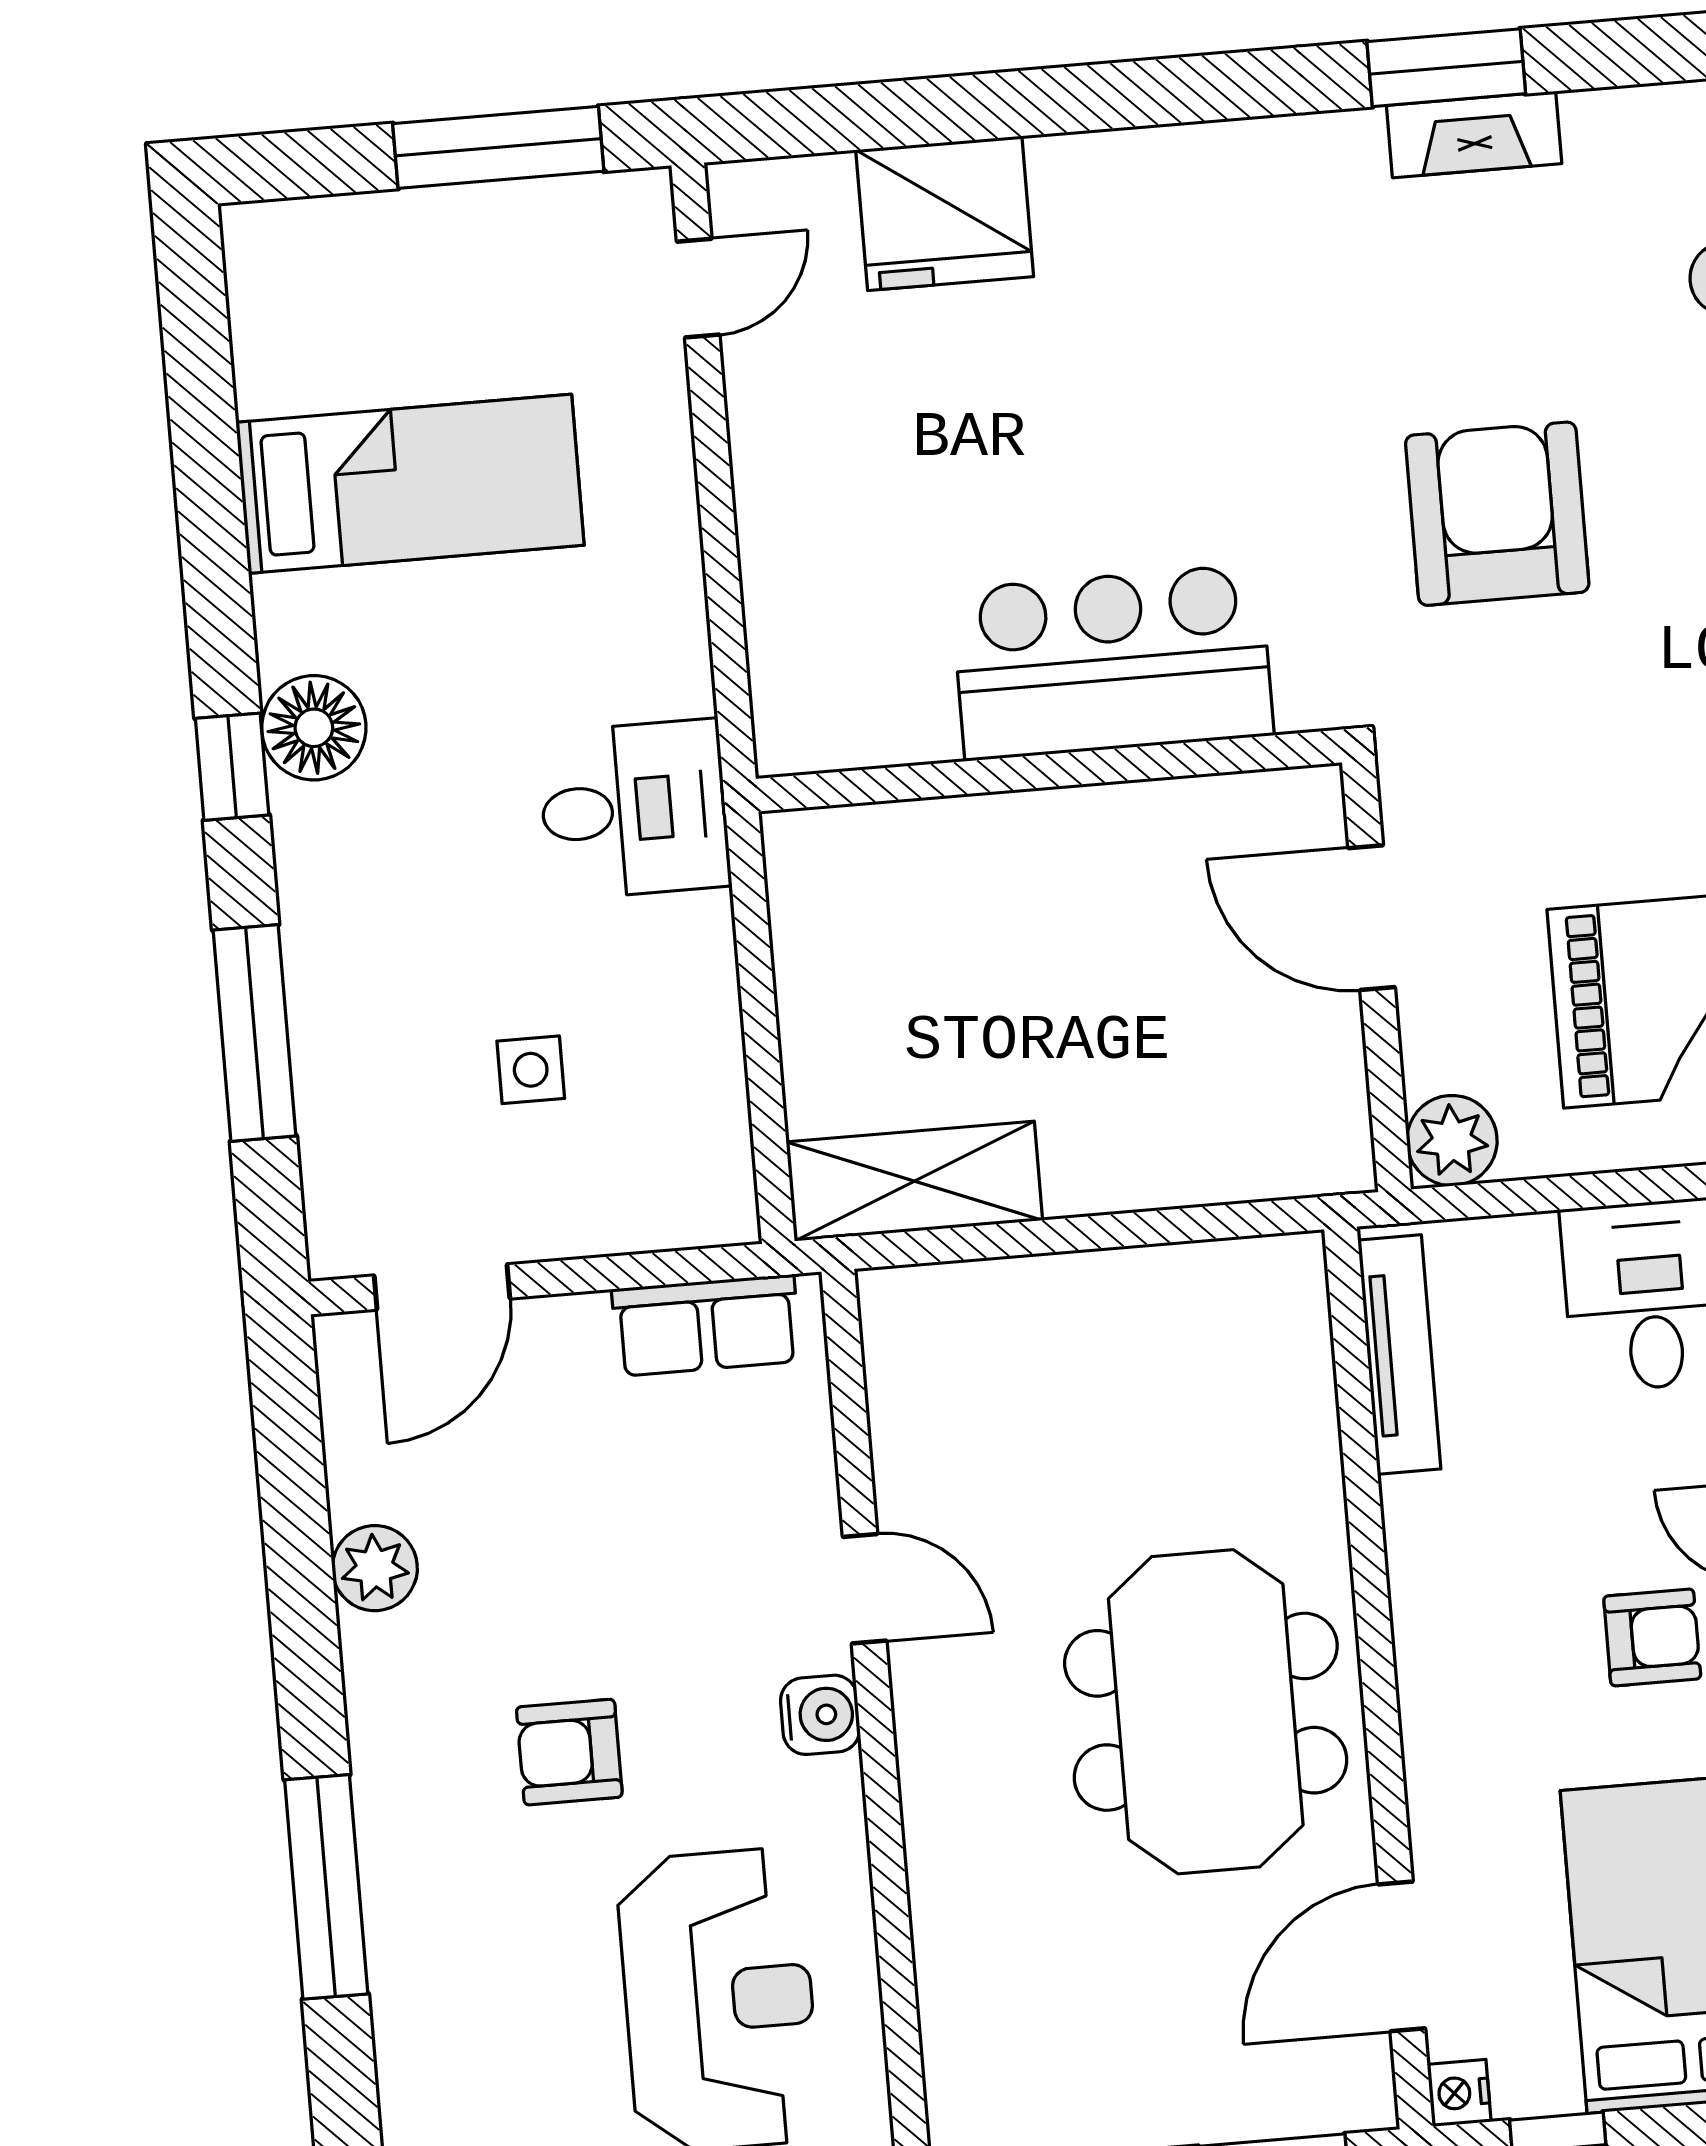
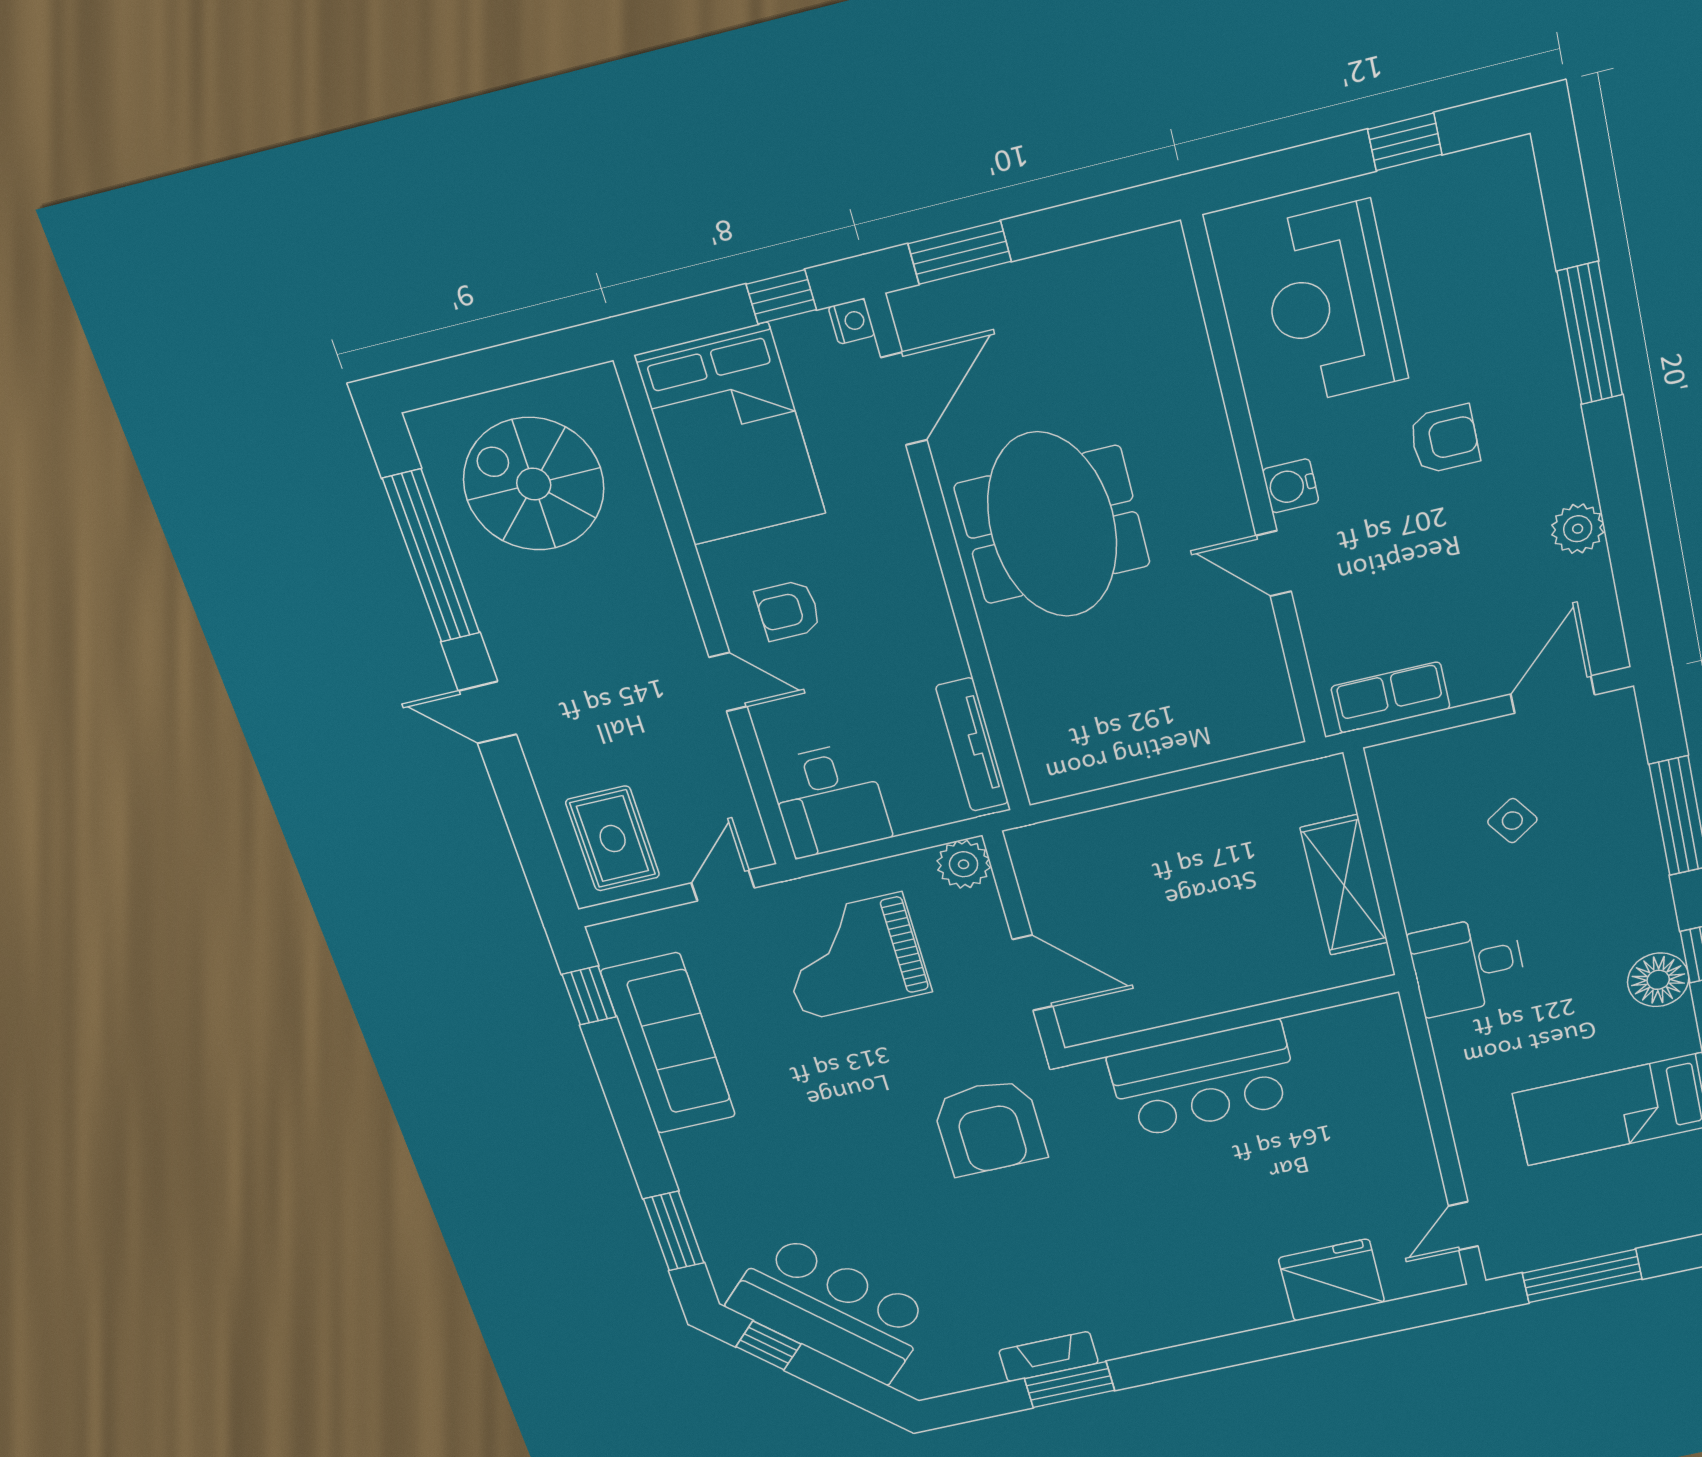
armchair: (1497, 514) -> (989, 1127), moved
side table: (531, 1070) -> (1512, 821), turned -34
shelving: (914, 1181) -> (1344, 885), moved, turned 90

